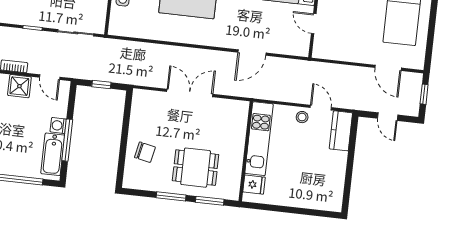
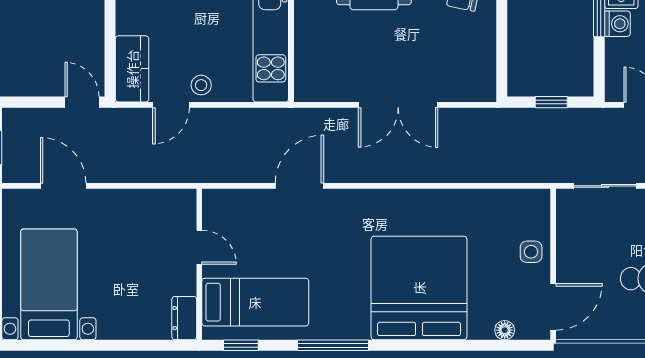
door: (321, 108) -> (171, 105), hinge flipped
door: (388, 117) -> (82, 102), moved

